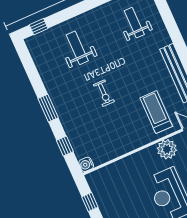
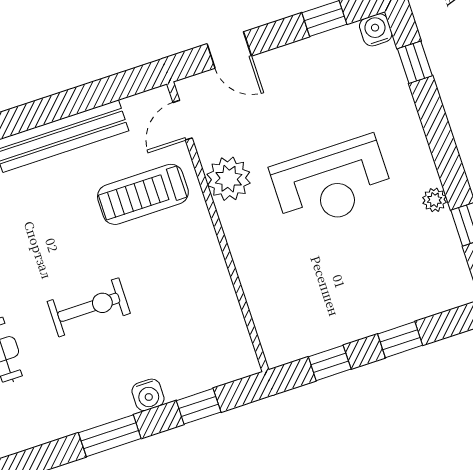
exercise bike: (104, 93) -> (89, 307), width x1.38, depth x1.39
water cooler: (86, 164) -> (148, 395), moved

